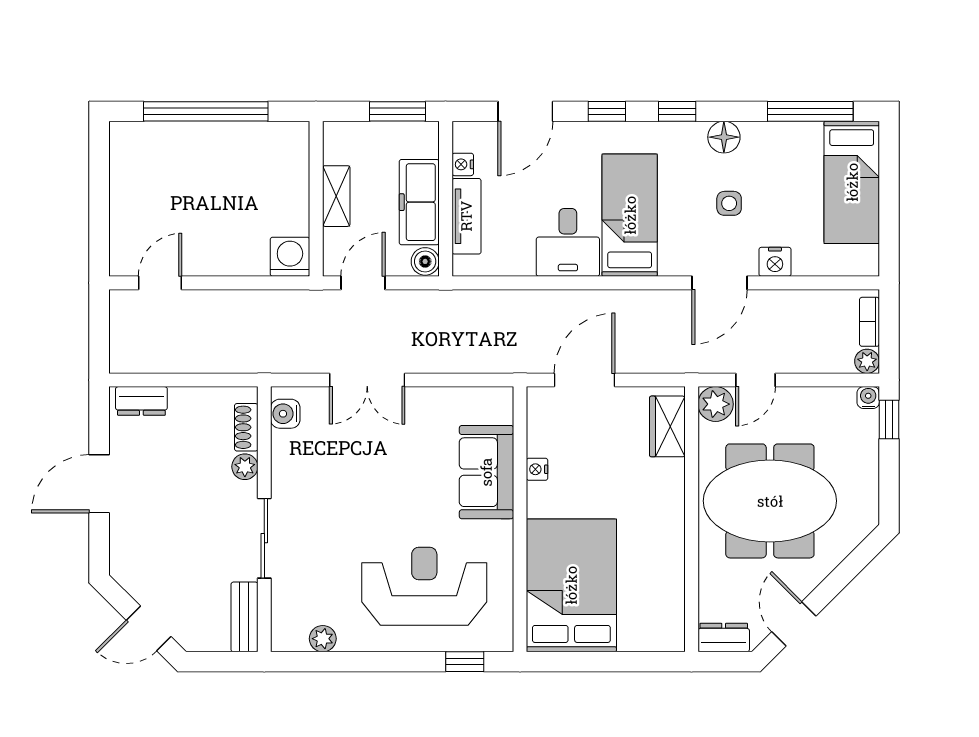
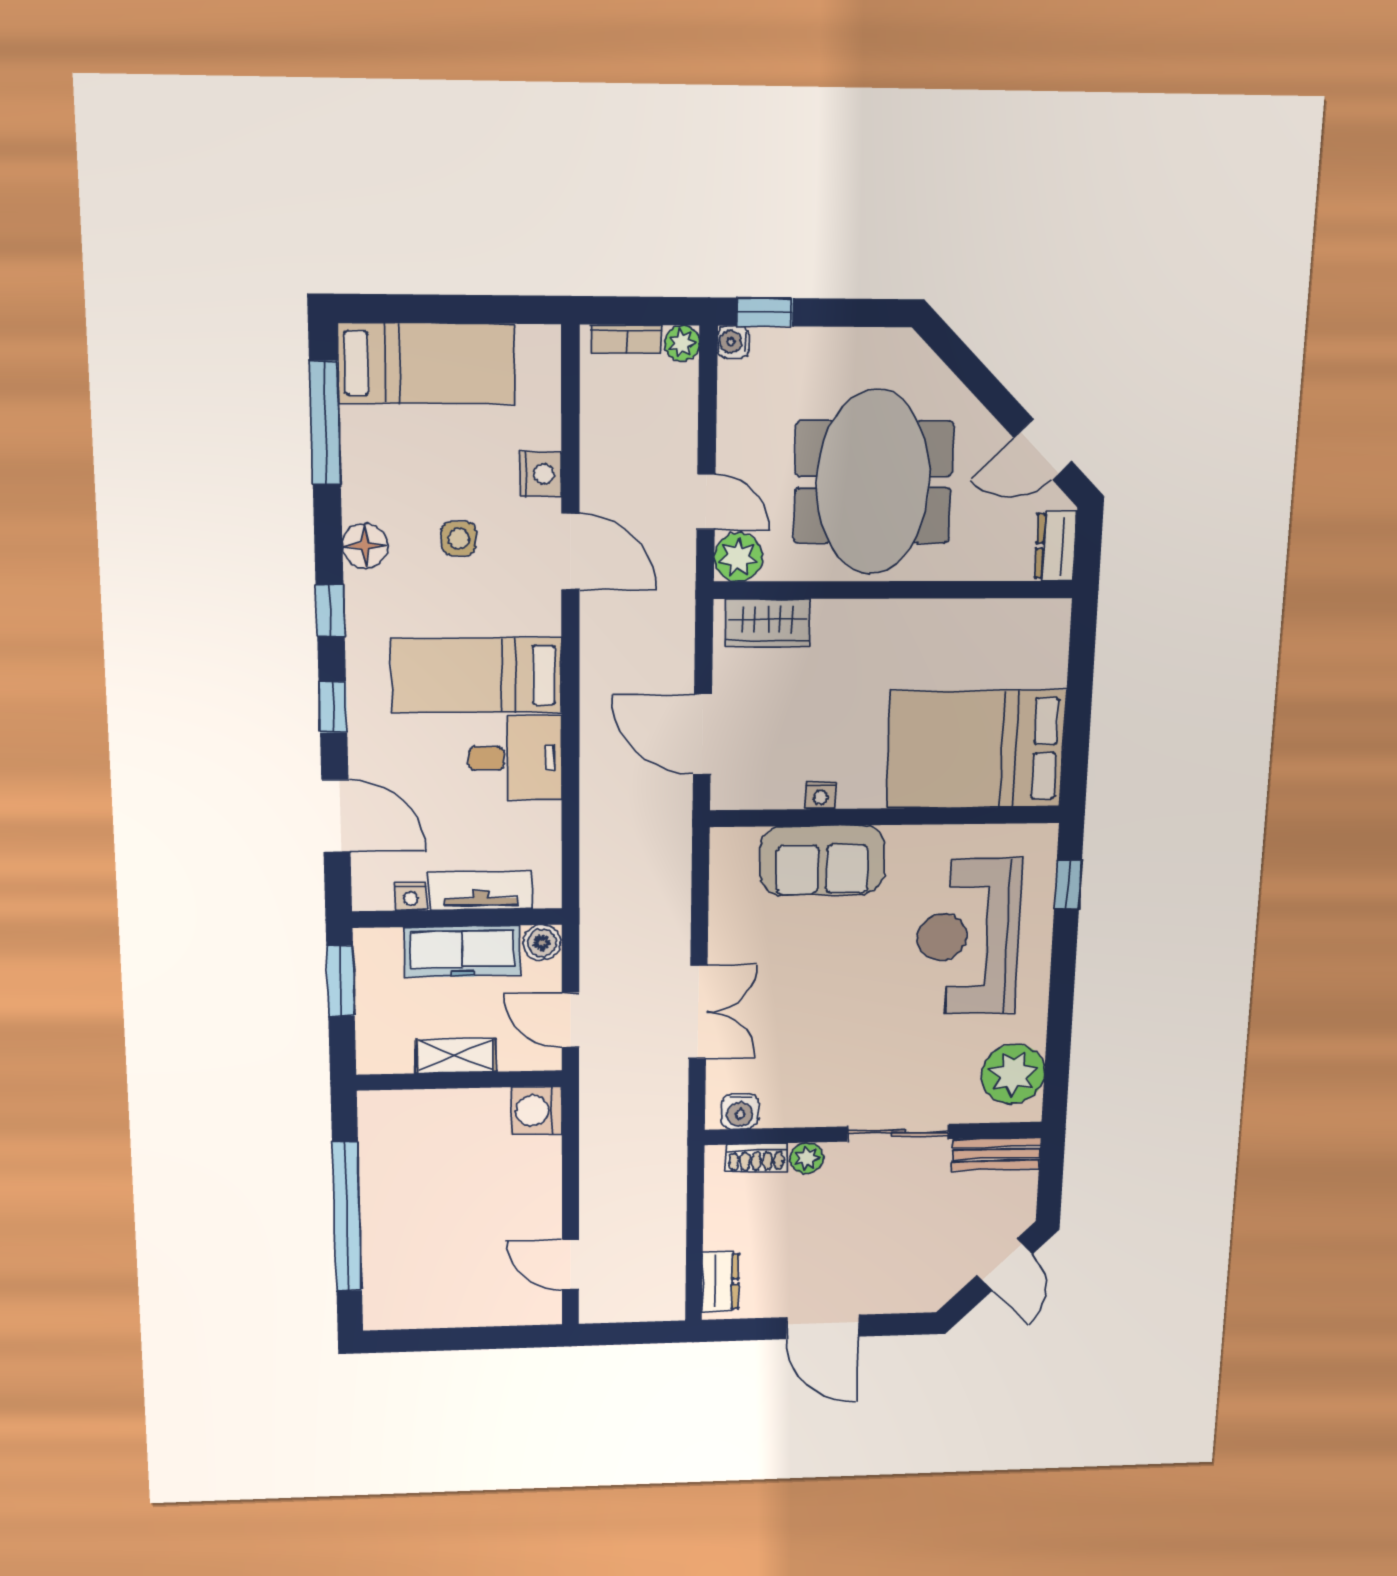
plant: (323, 639) -> (1013, 1074), width x1.87, depth x1.87

